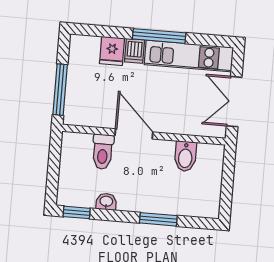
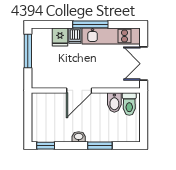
window: (60, 90) -> (28, 51), moved
door: (134, 134) -> (79, 90), swing flipped
toilet: (103, 152) -> (129, 104), moved
washbasin: (106, 202) -> (79, 137), moved

